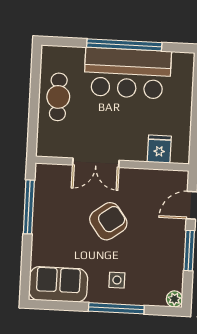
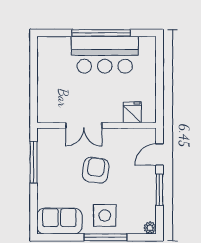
cafe table: (58, 97) -> (52, 76), removed
armchair: (108, 221) -> (96, 170), turned -46
side table: (117, 280) -> (105, 215), width x1.87, depth x1.87

